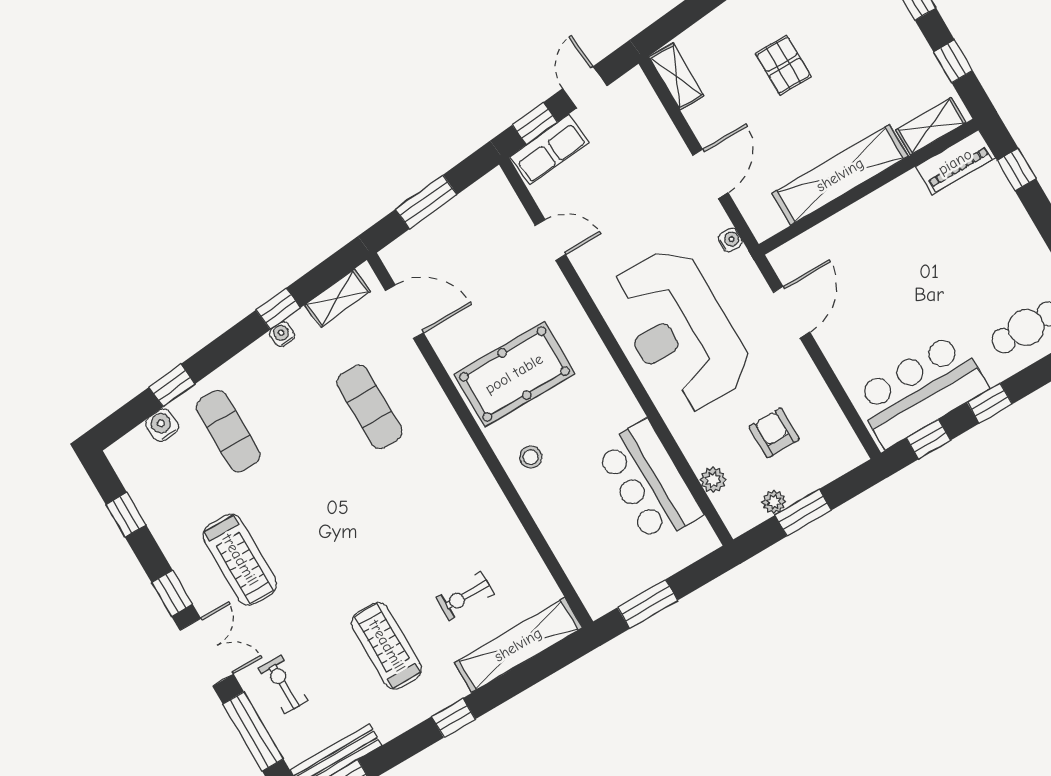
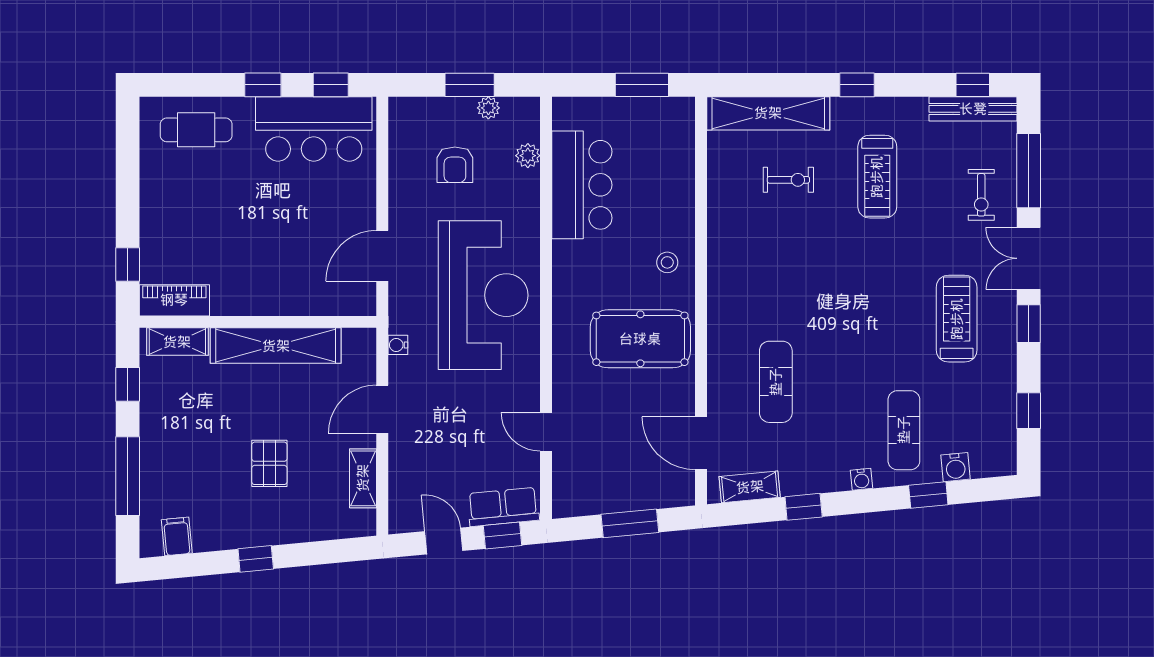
shelving: (676, 77) -> (363, 478), moved
door: (585, 87) -> (444, 541), swing flipped
water cooler: (282, 334) -> (861, 479), moved

